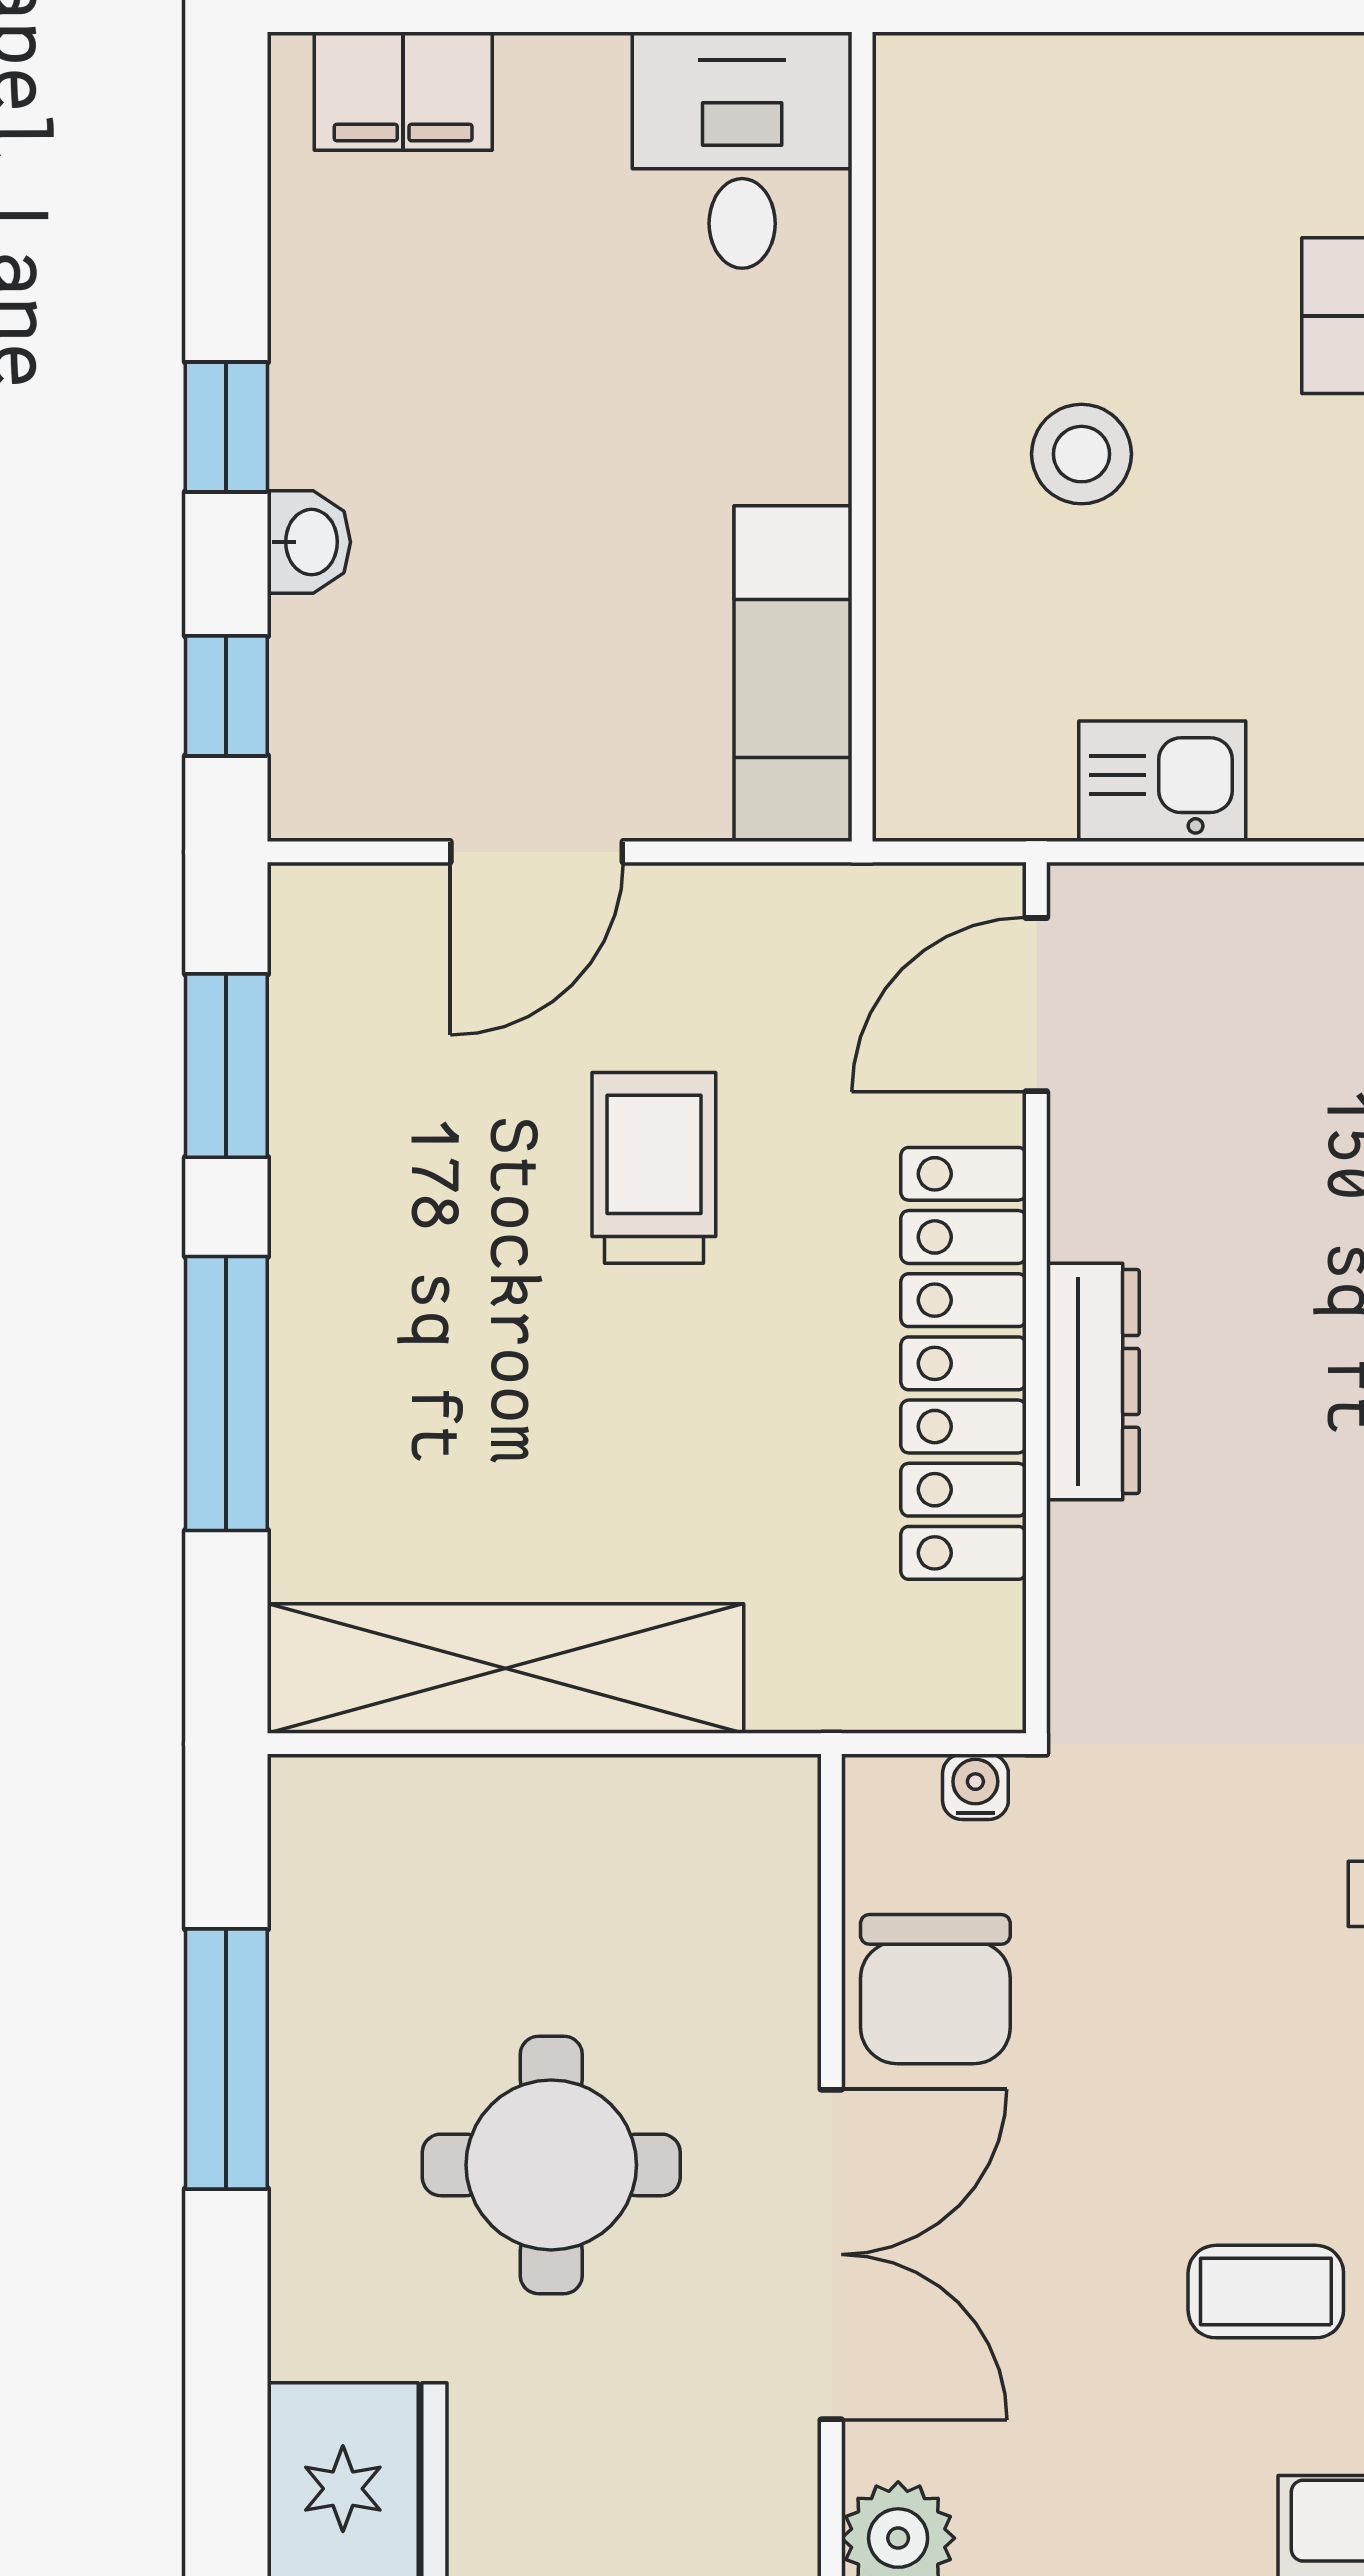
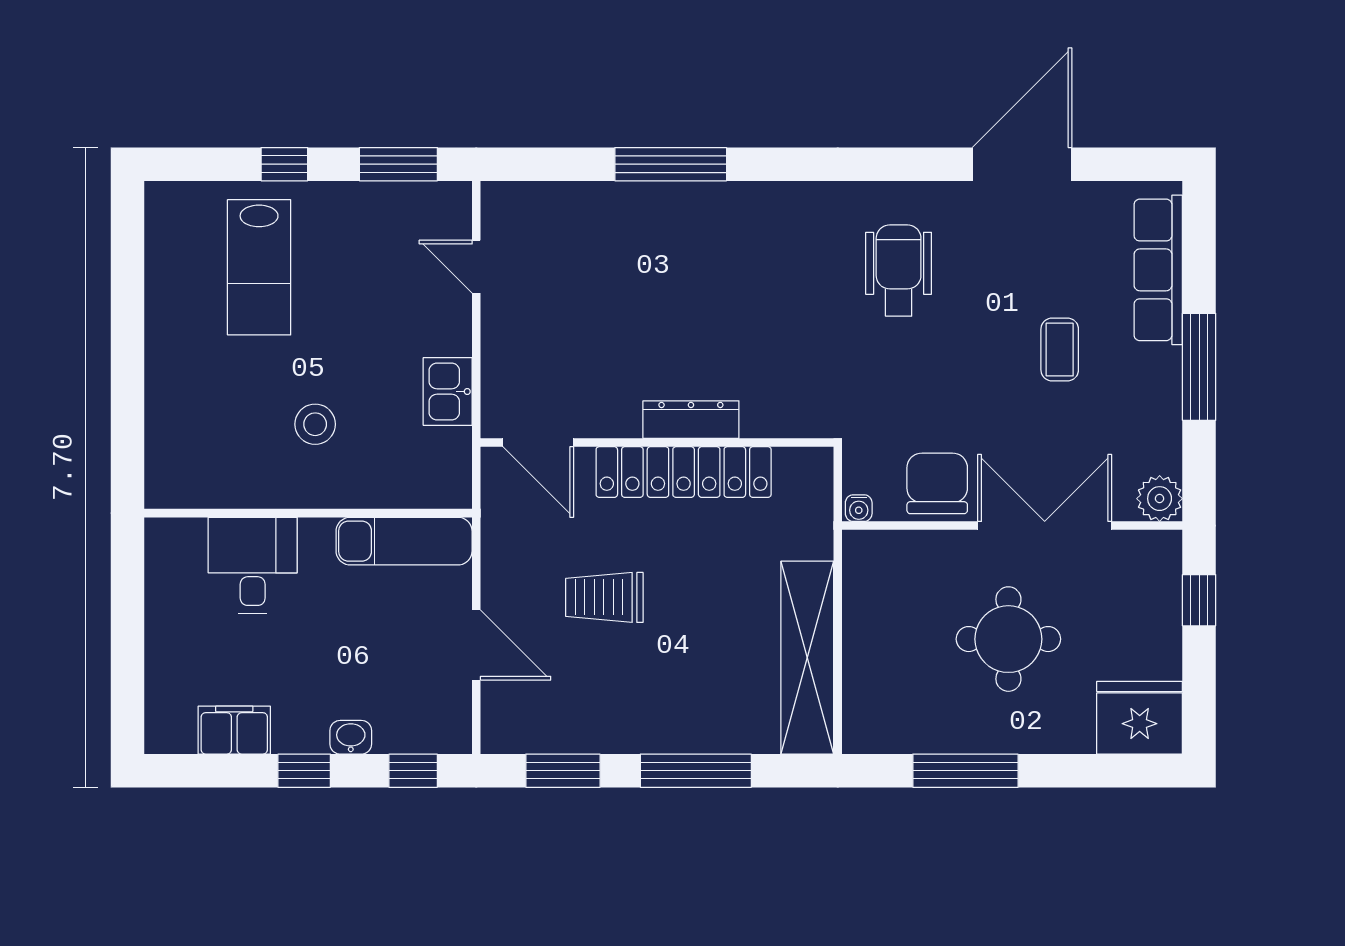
filing cabinet: (403, 91) -> (234, 730), moved, turned -90
desk: (742, 150) -> (253, 565), moved, turned 90
water cooler: (975, 1787) -> (859, 508), moved, turned -90
chair: (935, 1989) -> (937, 483), turned -90

